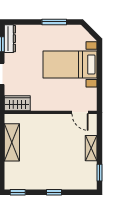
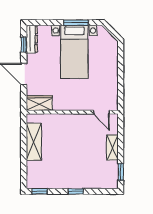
bed with nightstands: (70, 64) -> (74, 52), moved, turned -90

